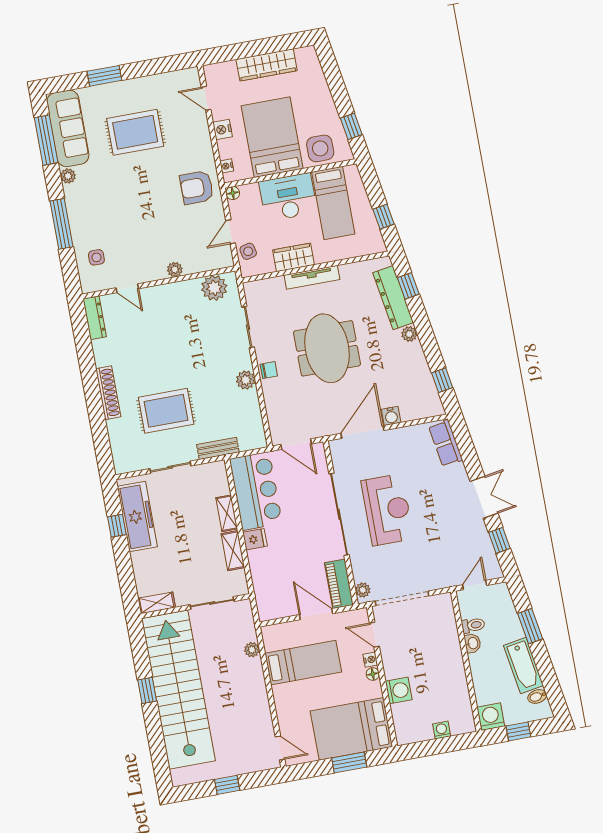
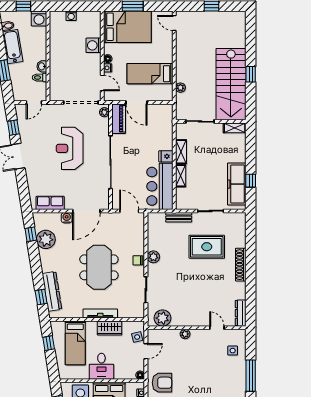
desk: (288, 197) -> (101, 366), width x0.73
bed: (333, 203) -> (75, 343), moved, turned 180
plant: (409, 334) -> (46, 239), moved, width x1.87, depth x1.87
row of seats: (446, 443) -> (50, 203), moved, turned -81
reception desk: (387, 510) -> (70, 148), moved
stairs: (178, 690) -> (231, 84), width x0.73

